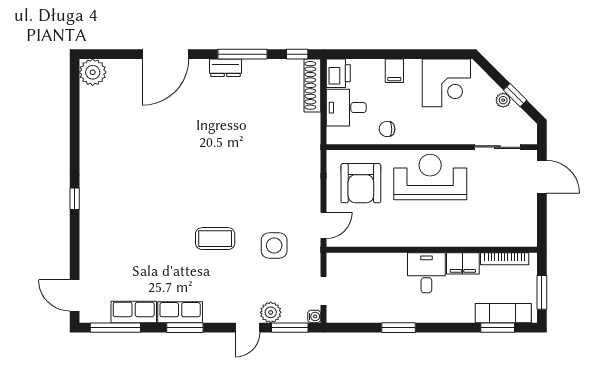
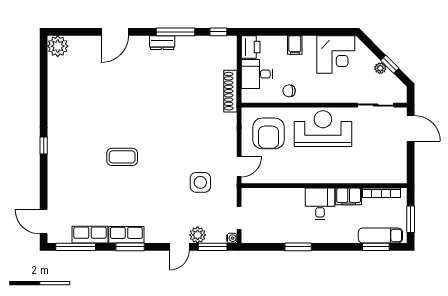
door: (165, 54) -> (115, 32), width x0.73
shoe rack: (312, 85) -> (230, 91), moved
coffee table: (215, 239) -> (122, 157), moved

